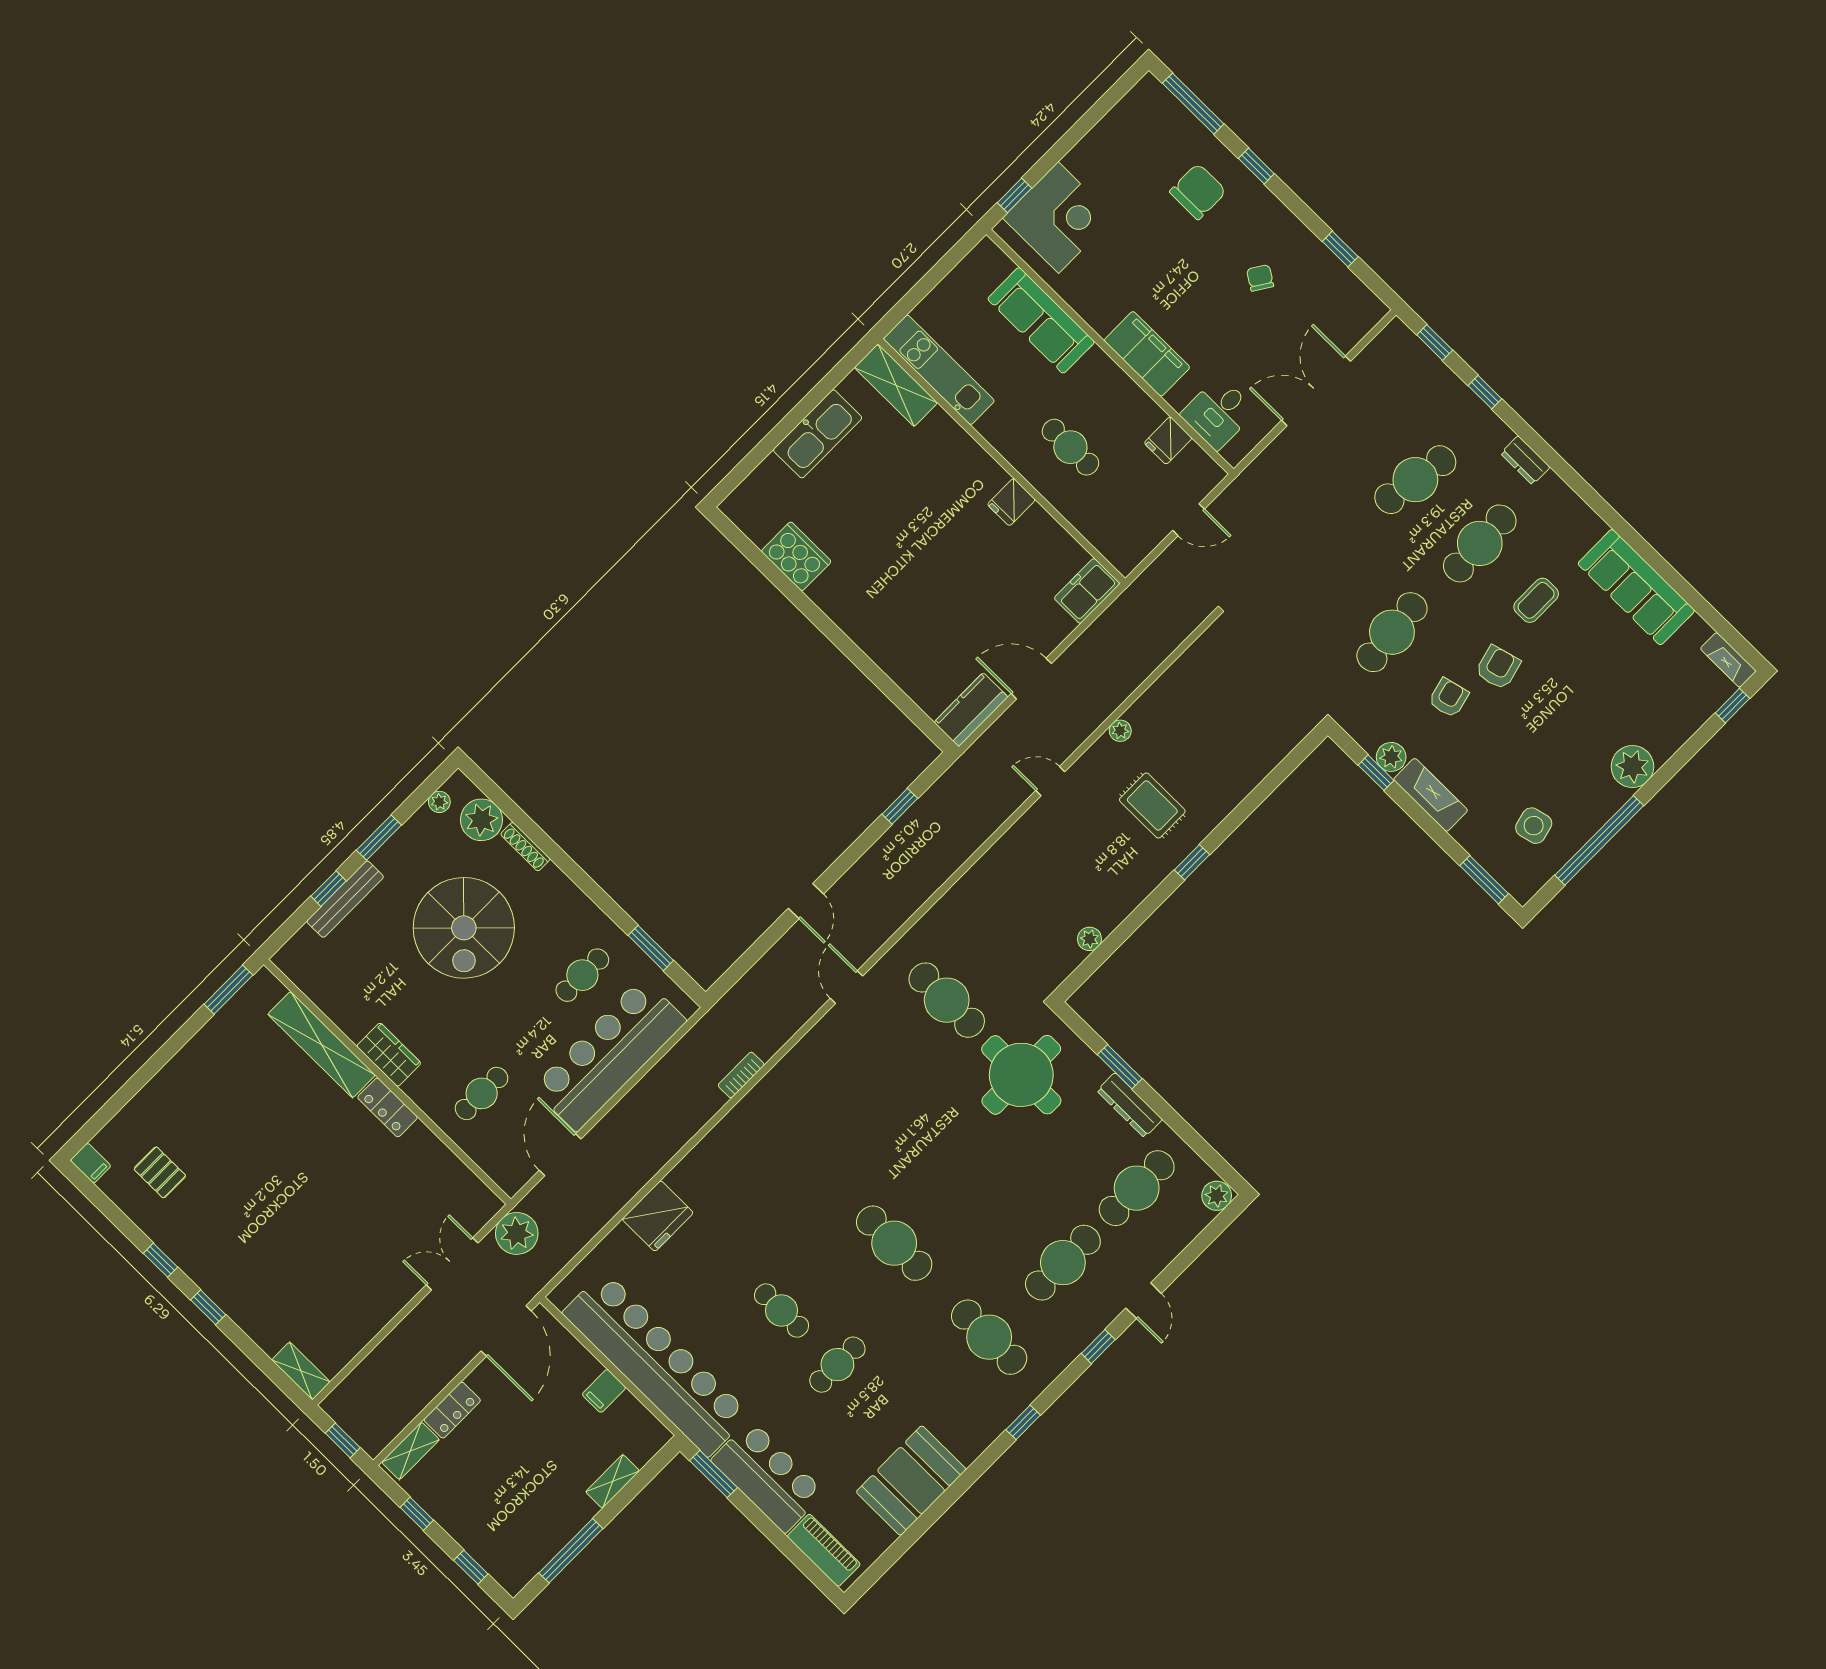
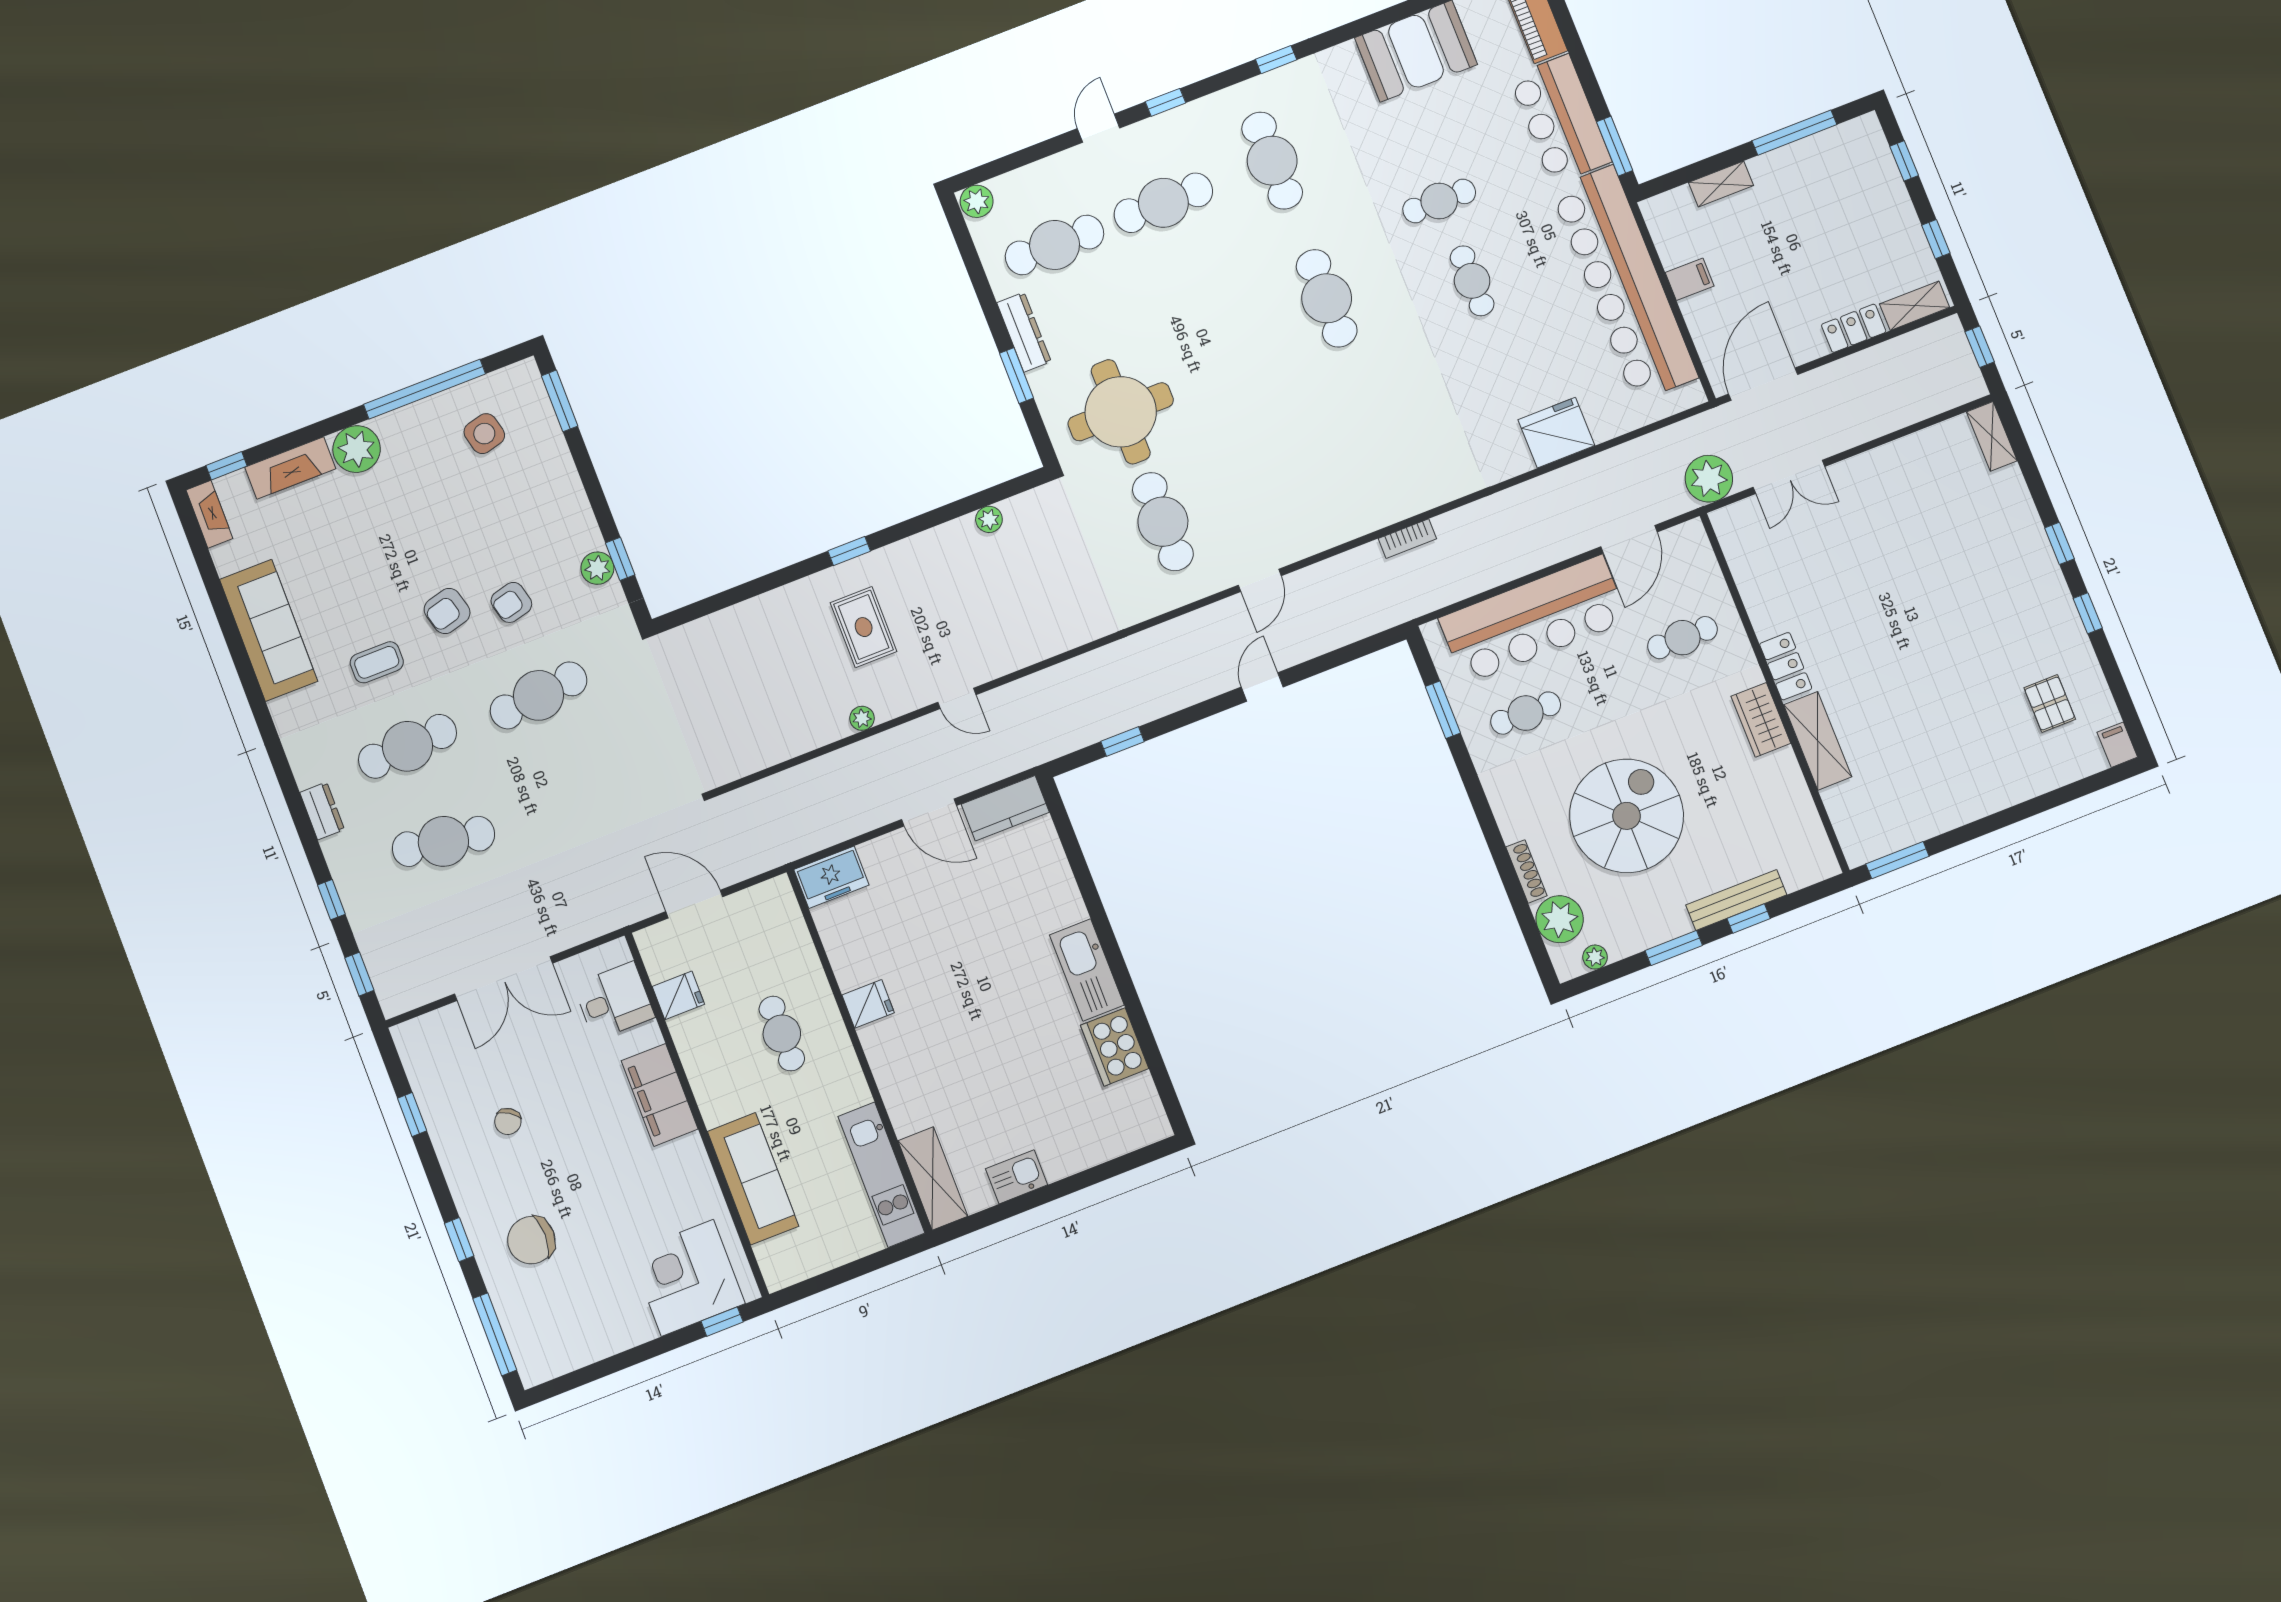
kitchen sink: (818, 434) -> (1017, 1177), width x0.53, depth x0.81
door: (1189, 520) -> (694, 904), width x1.38
kitchen sink: (846, 608) -> (1087, 970), added
fireplace: (1431, 795) -> (290, 468), moved, turned -90
shelving: (322, 1045) -> (1818, 741), width x0.68

